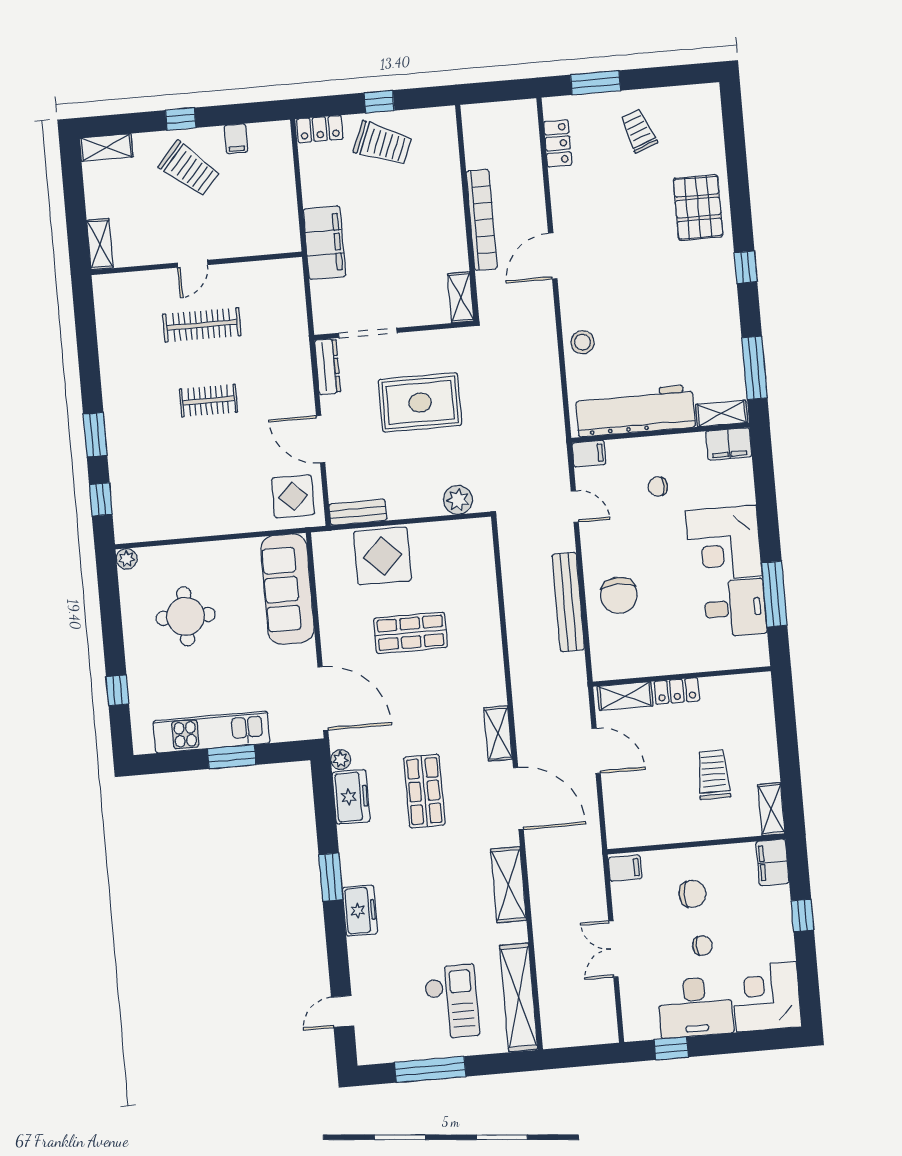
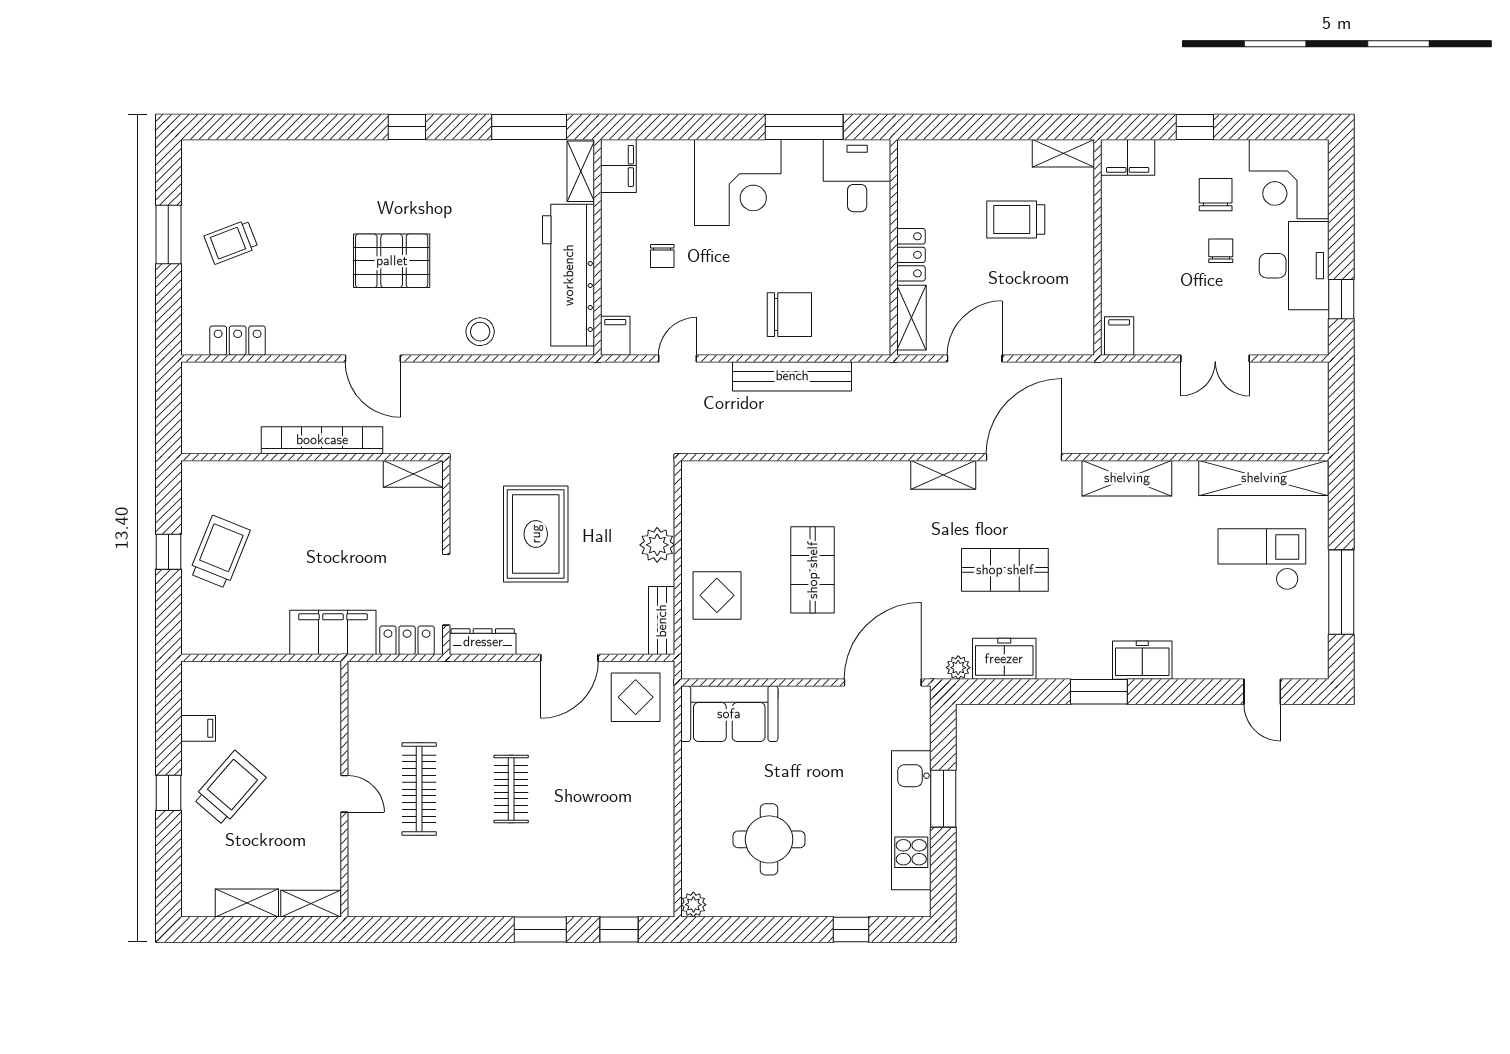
window: (596, 83) -> (168, 234), moved
locker: (320, 129) -> (407, 640), moved, turned -90
shelving: (106, 147) -> (247, 903), moved, turned 90
pallet: (698, 208) -> (392, 261), moved
plant: (458, 500) -> (657, 545), moved
display table: (383, 556) -> (717, 595), width x0.73, depth x0.73
sofa: (287, 589) -> (729, 714), width x0.73
desk: (735, 608) -> (857, 176), moved
chair: (692, 894) -> (1216, 195), moved

